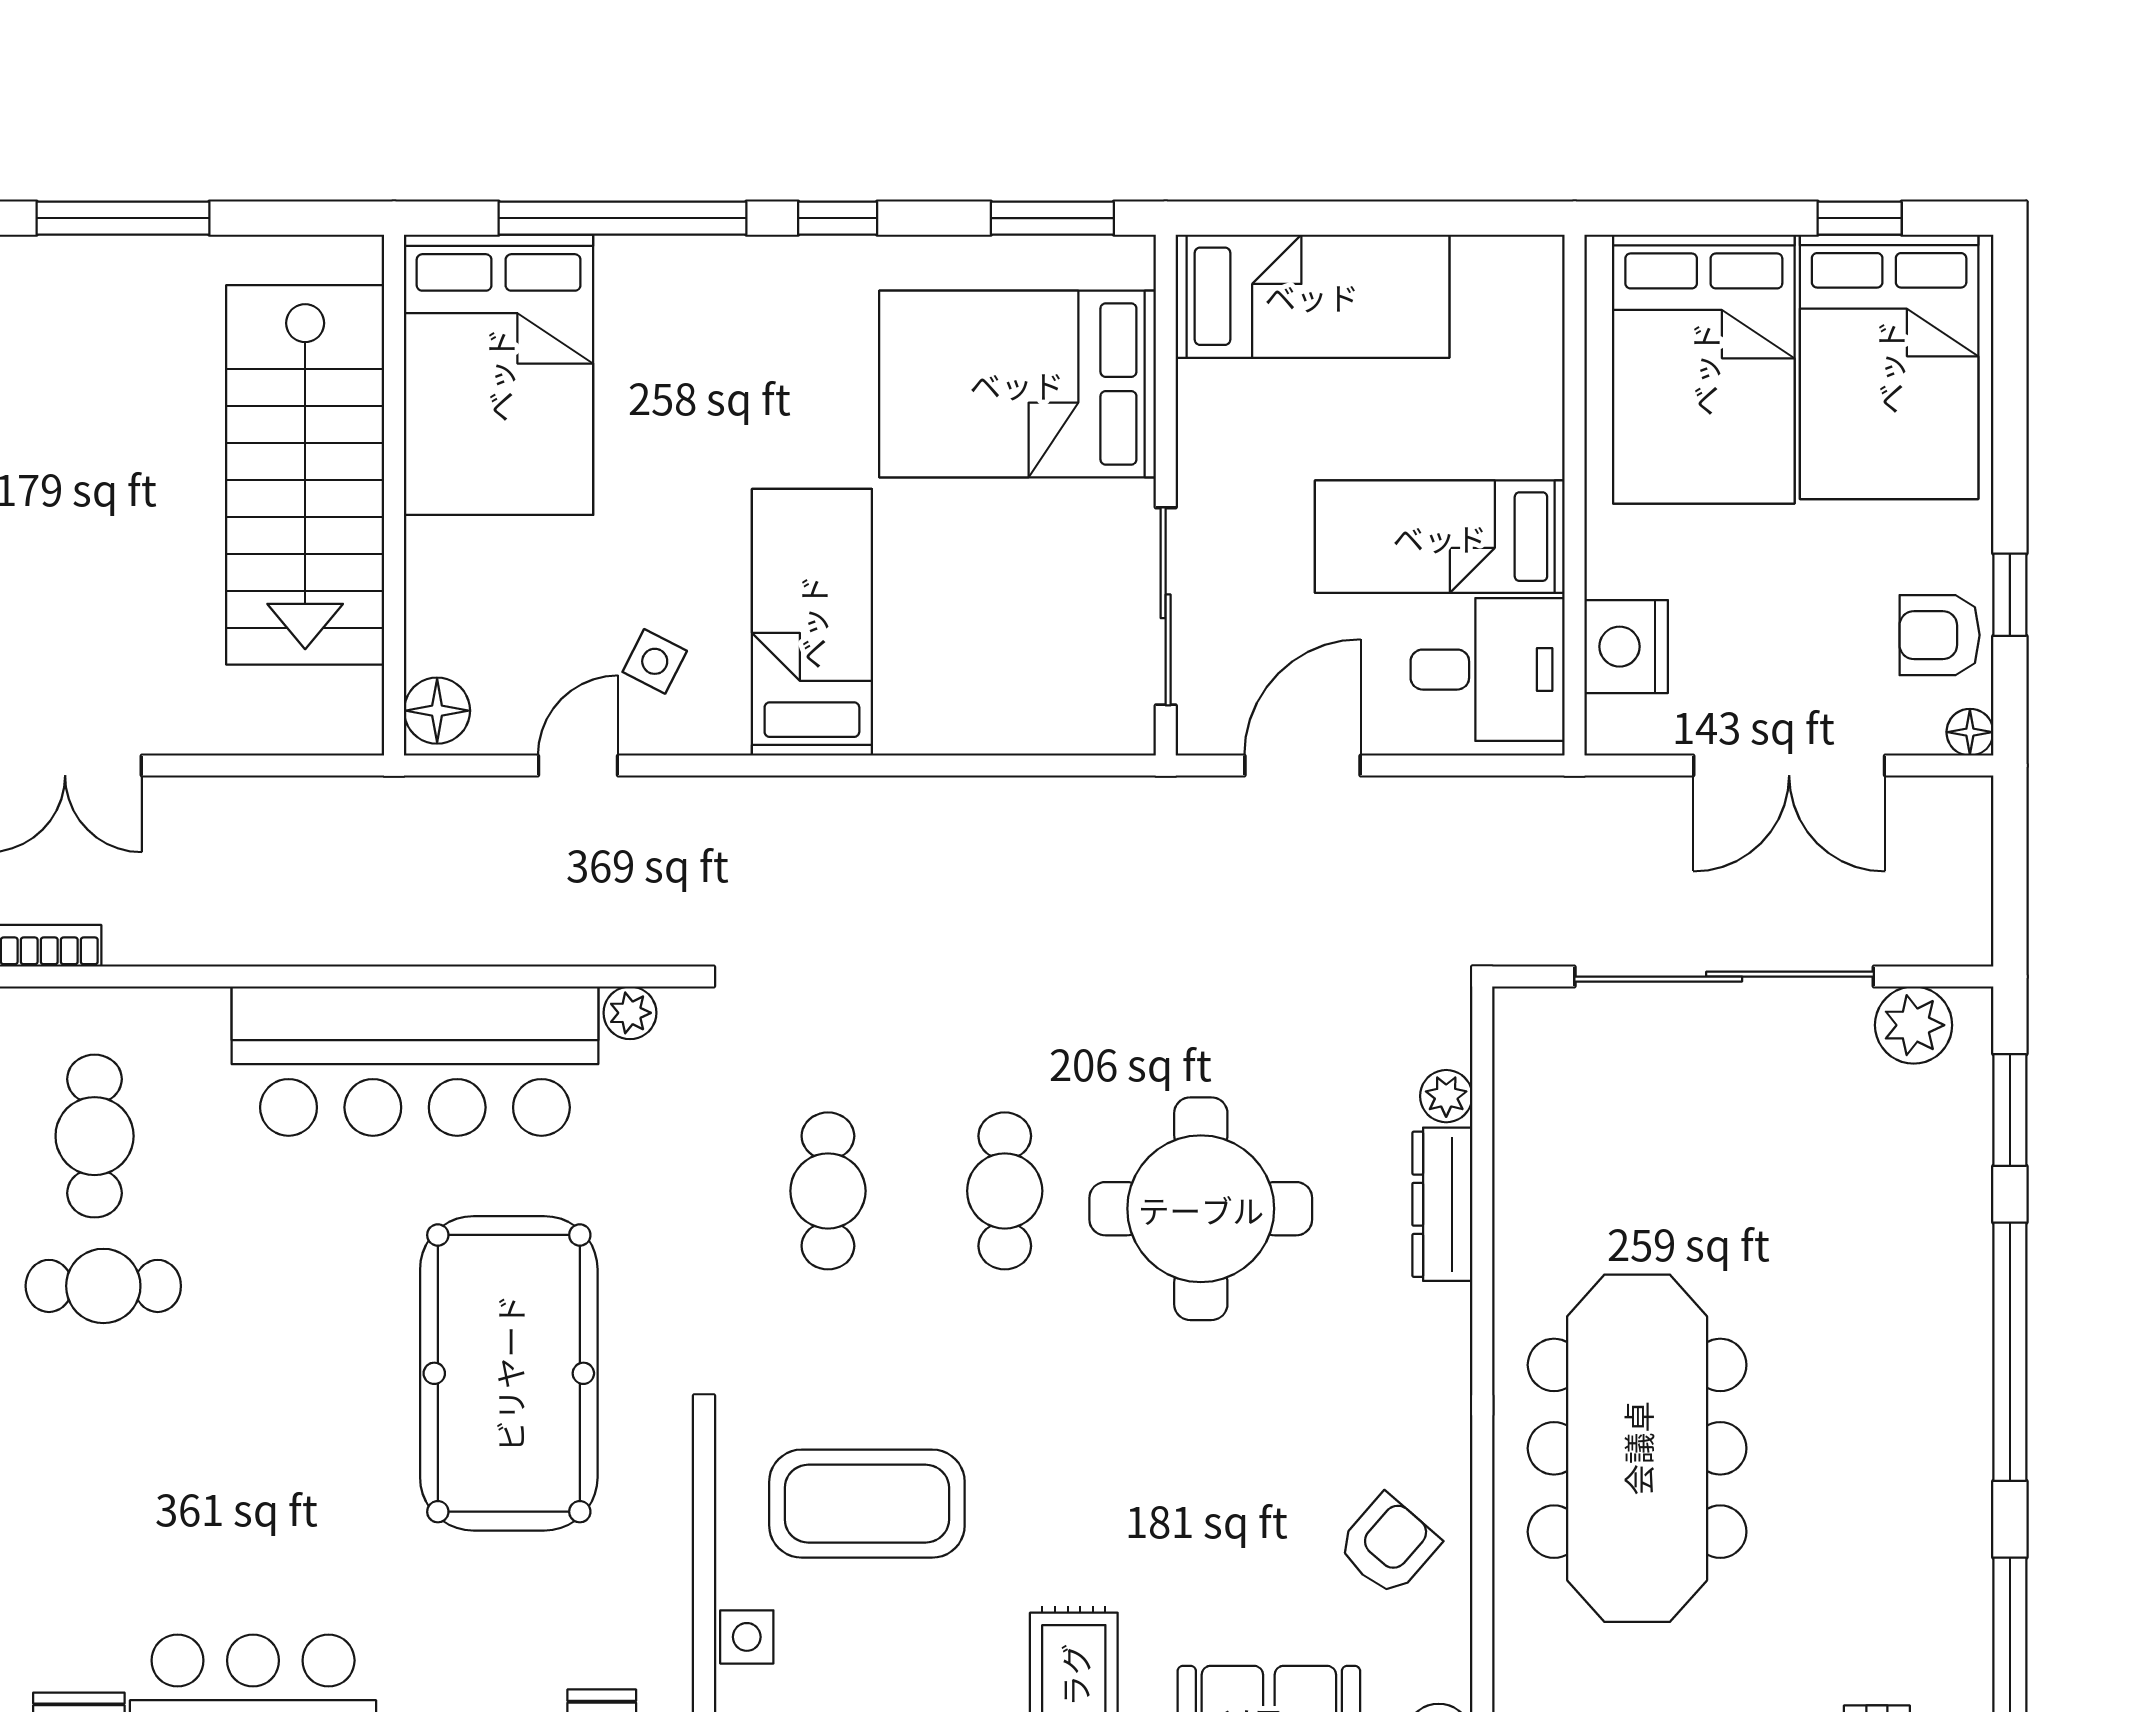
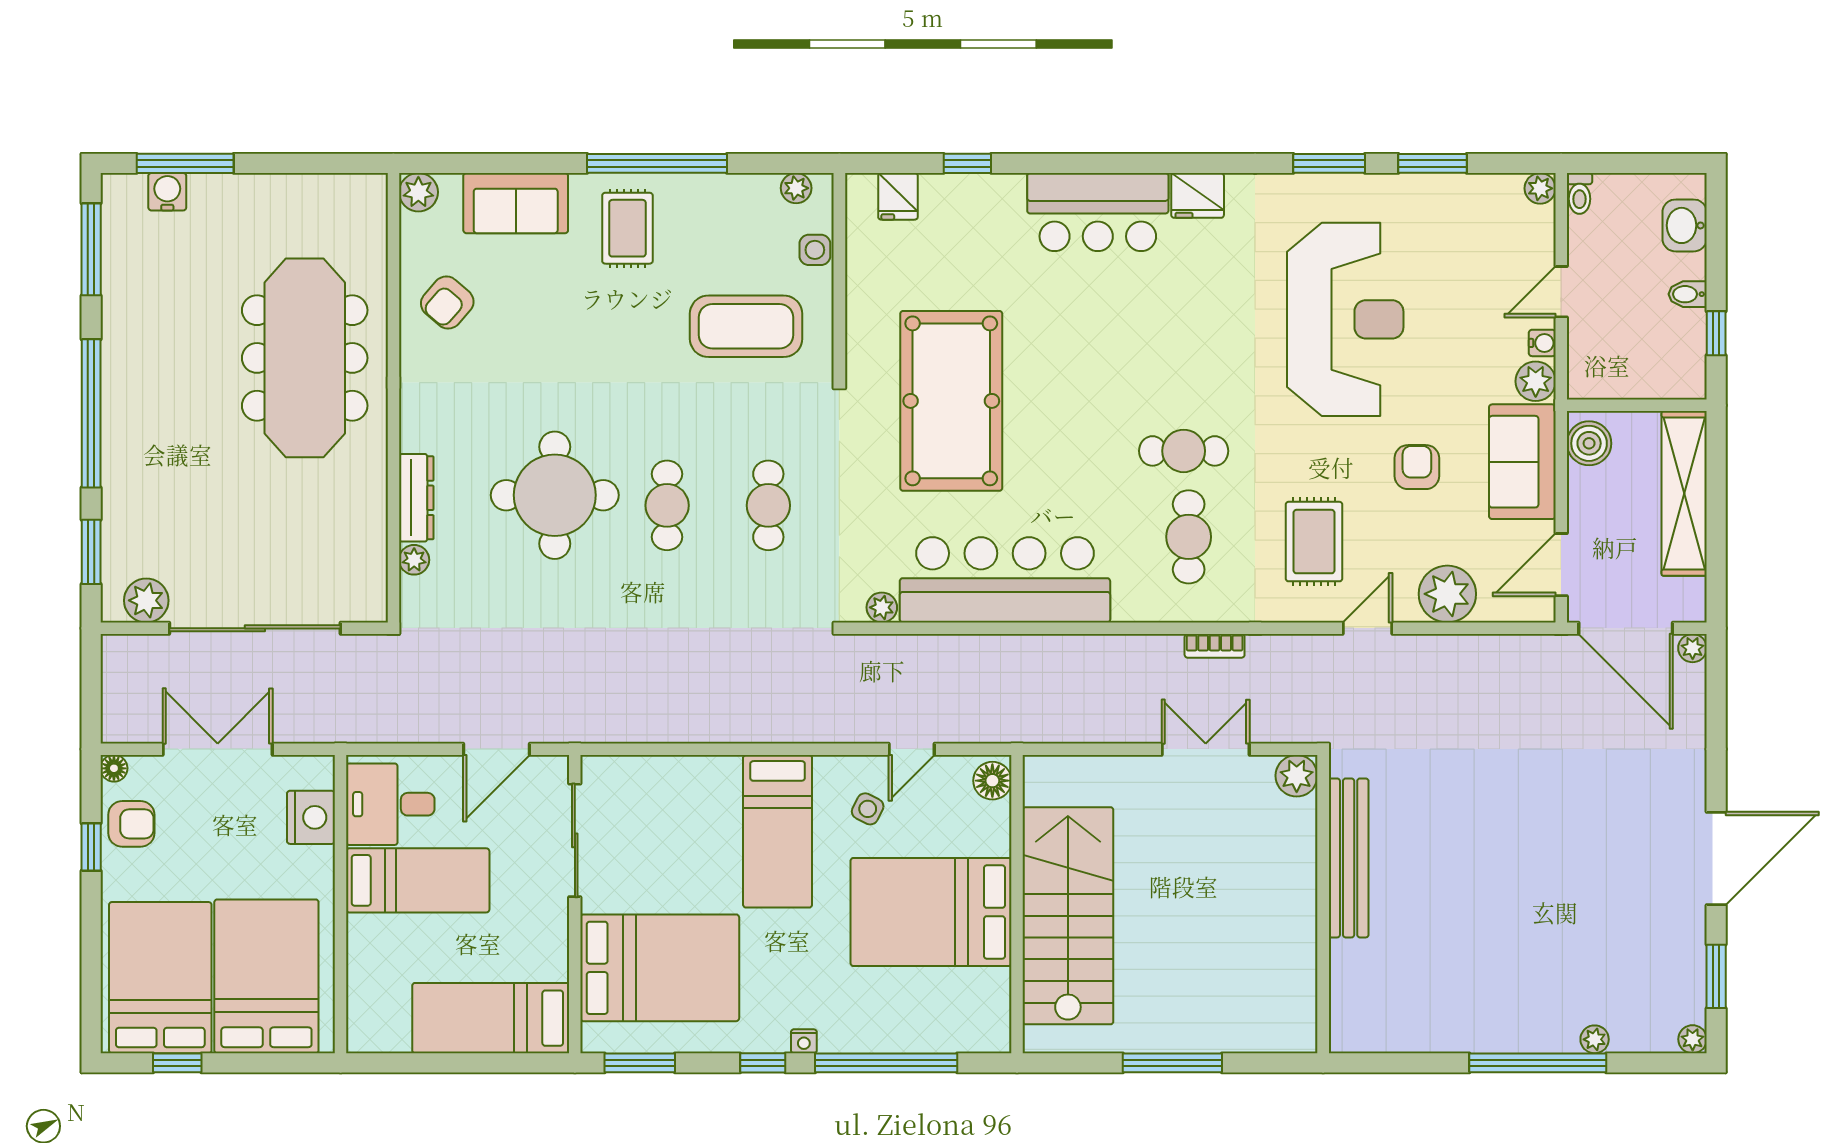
nightstand: (766, 256) -> (804, 1041), added
bed: (499, 375) -> (931, 912), moved, turned -90

